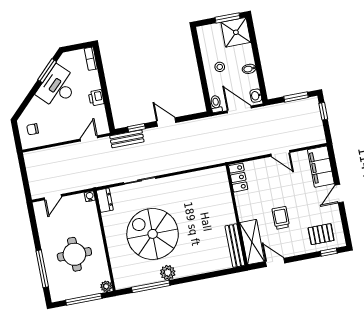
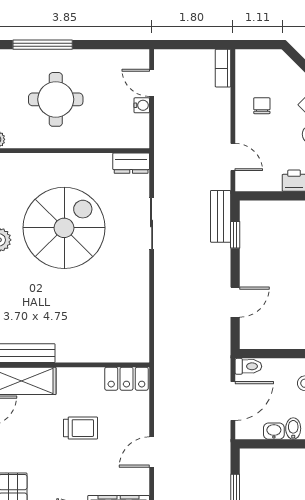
washbasin: (256, 96) -> (274, 431), moved
door: (166, 122) -> (235, 302), moved
chair: (33, 129) -> (262, 106), moved
bookcase: (35, 155) -> (223, 68), added
water cooler: (90, 196) -> (142, 105), moved
trolley: (281, 218) -> (80, 428), moved

